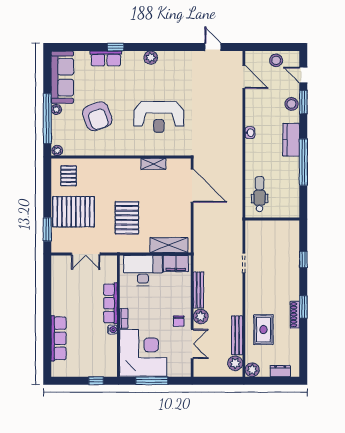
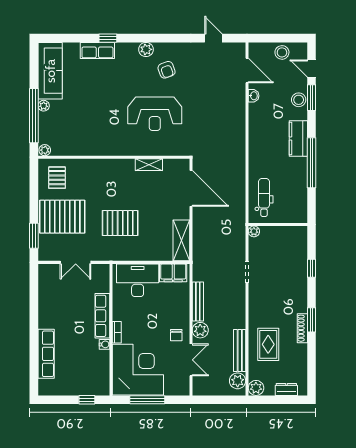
armchair: (97, 116) -> (167, 70), moved, width x0.53, depth x0.53
washbasin: (250, 133) -> (254, 96), moved
pallet: (127, 218) -> (120, 223), turned 90
plant: (250, 225) -> (254, 231), added
shelving: (169, 245) -> (181, 240), moved, turned 90

